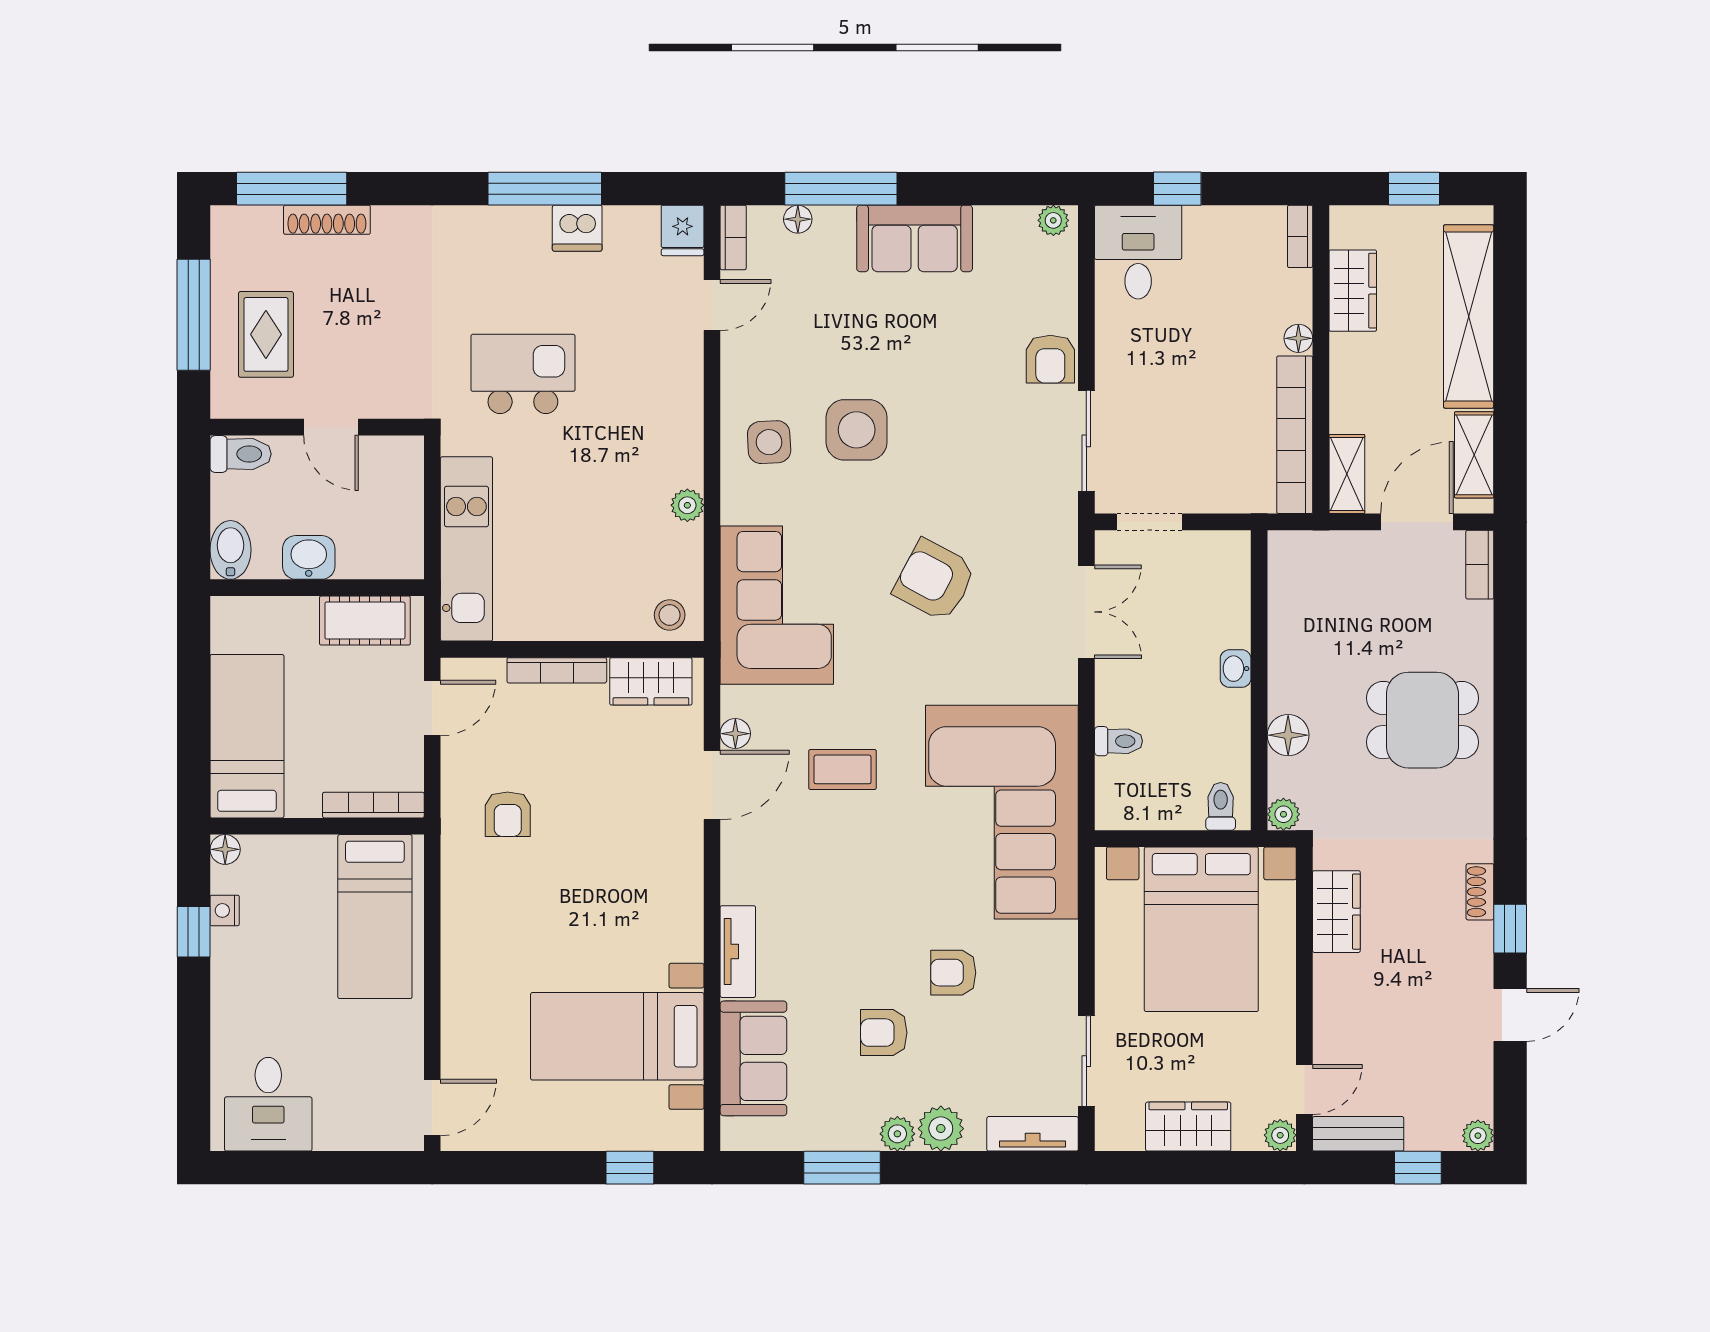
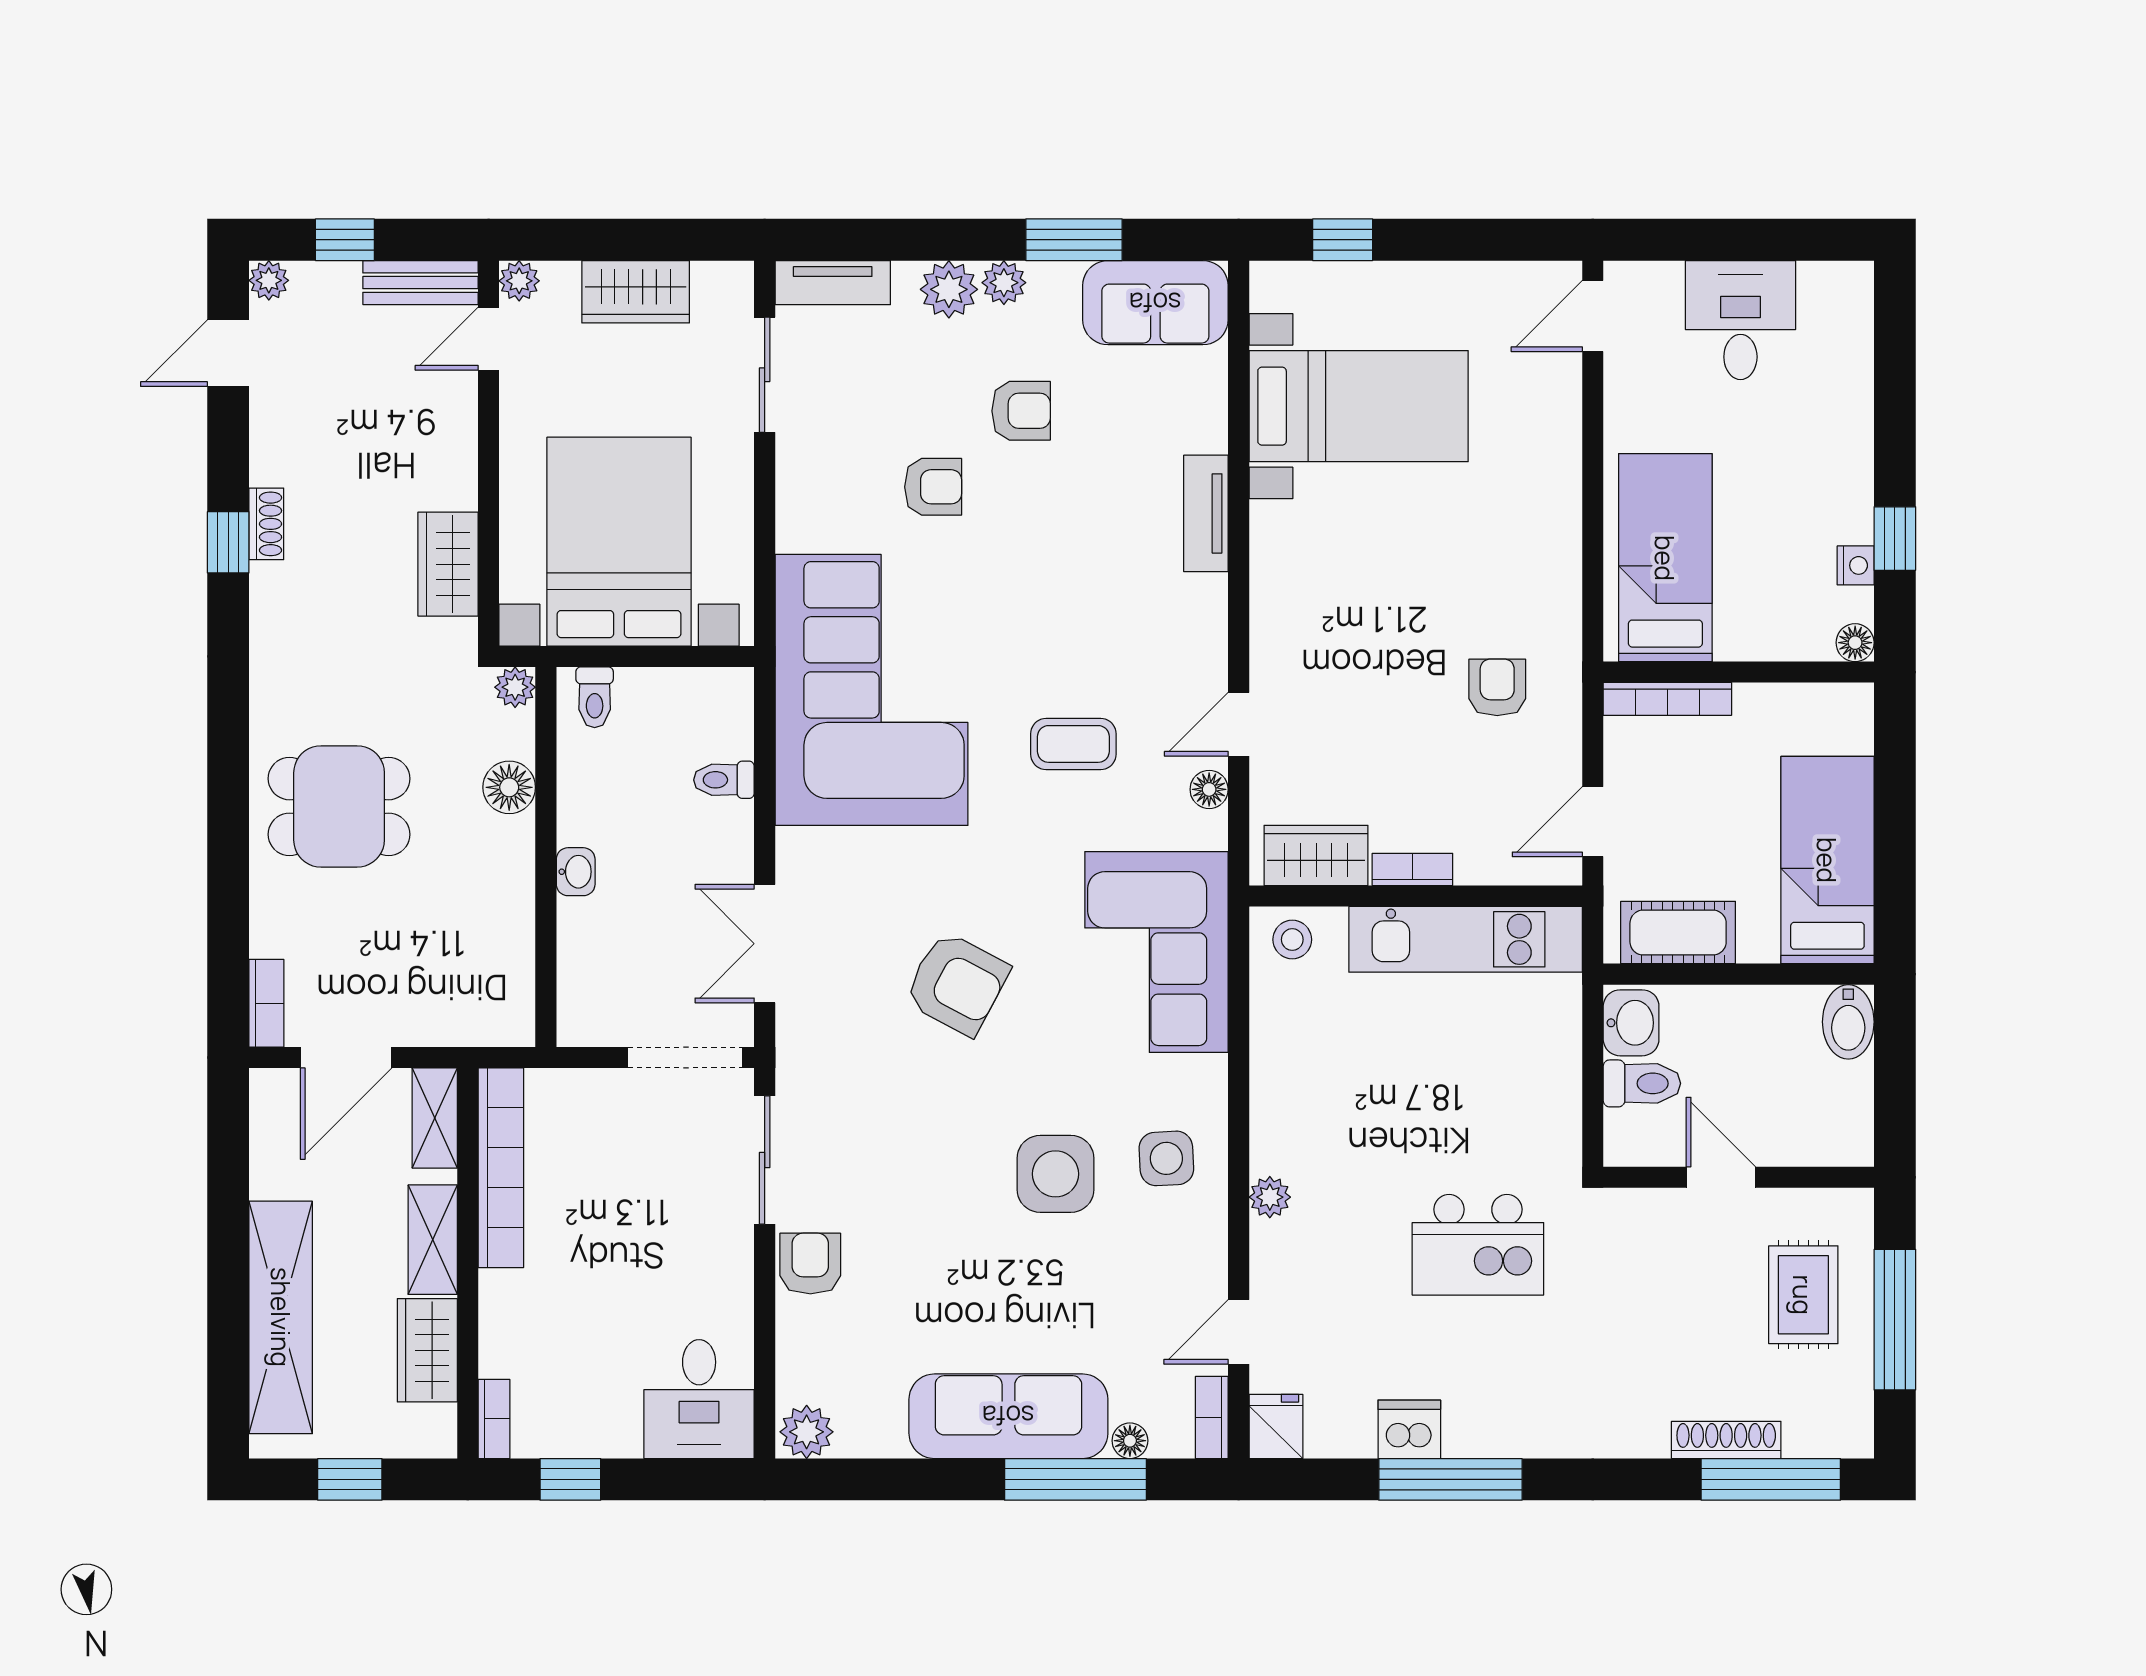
window: (1177, 189) -> (570, 1479), moved
plant: (1053, 220) -> (807, 1432), width x1.38, depth x1.38
sofa: (915, 238) -> (1008, 1416), width x1.36
floor lamp: (1298, 338) -> (496, 1290), removed
toilet: (241, 454) -> (1642, 1083), moved, turned 180
shelving: (1474, 455) -> (433, 1240), moved
plant: (687, 505) -> (1270, 1197), moved
doorway: (1149, 522) -> (685, 1057), width x1.38
kitchen unit: (466, 549) -> (1466, 939), moved, turned -90
washbasin: (309, 557) -> (1631, 1023), moved, turned -90
bookcase: (557, 670) -> (1412, 869), width x0.64
bed: (247, 736) -> (1827, 860), moved, turned 180
door: (712, 785) -> (1239, 724), width x0.73
shoe rack: (1480, 892) -> (266, 524), moved
door: (1510, 1015) -> (228, 353), moved
sofa: (753, 1058) -> (1155, 303), moved, turned -90
desk: (268, 1104) -> (1740, 320), moved

